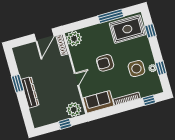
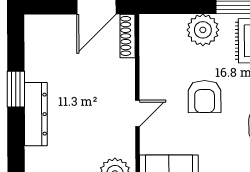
plant: (74, 39) -> (203, 30), moved
armchair: (105, 63) -> (205, 97), turned -90

